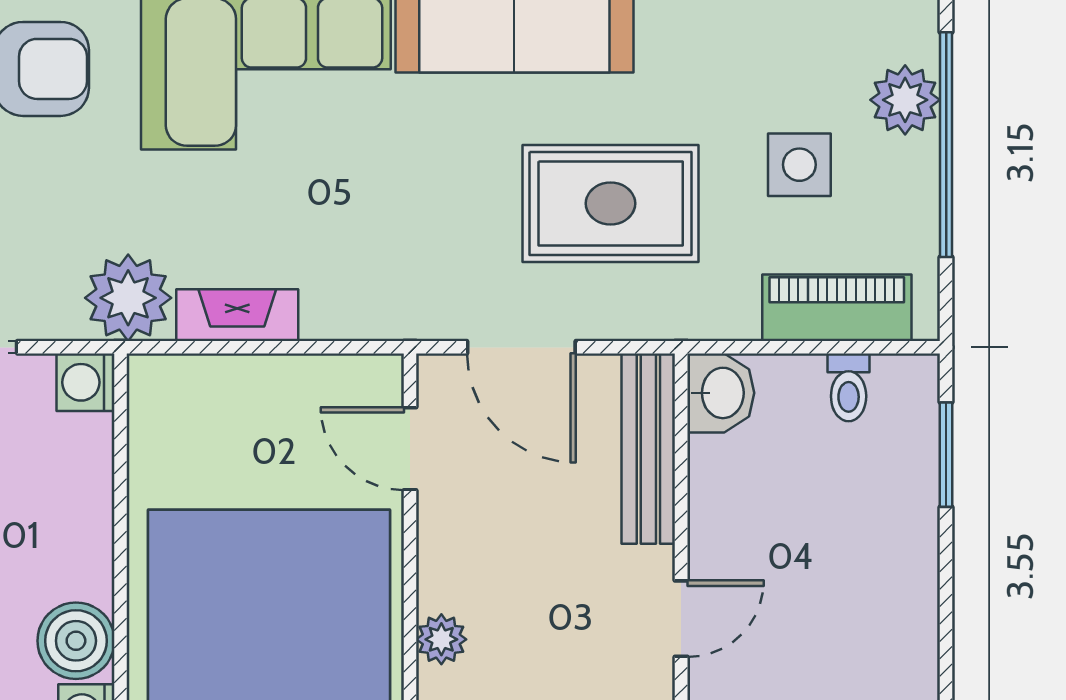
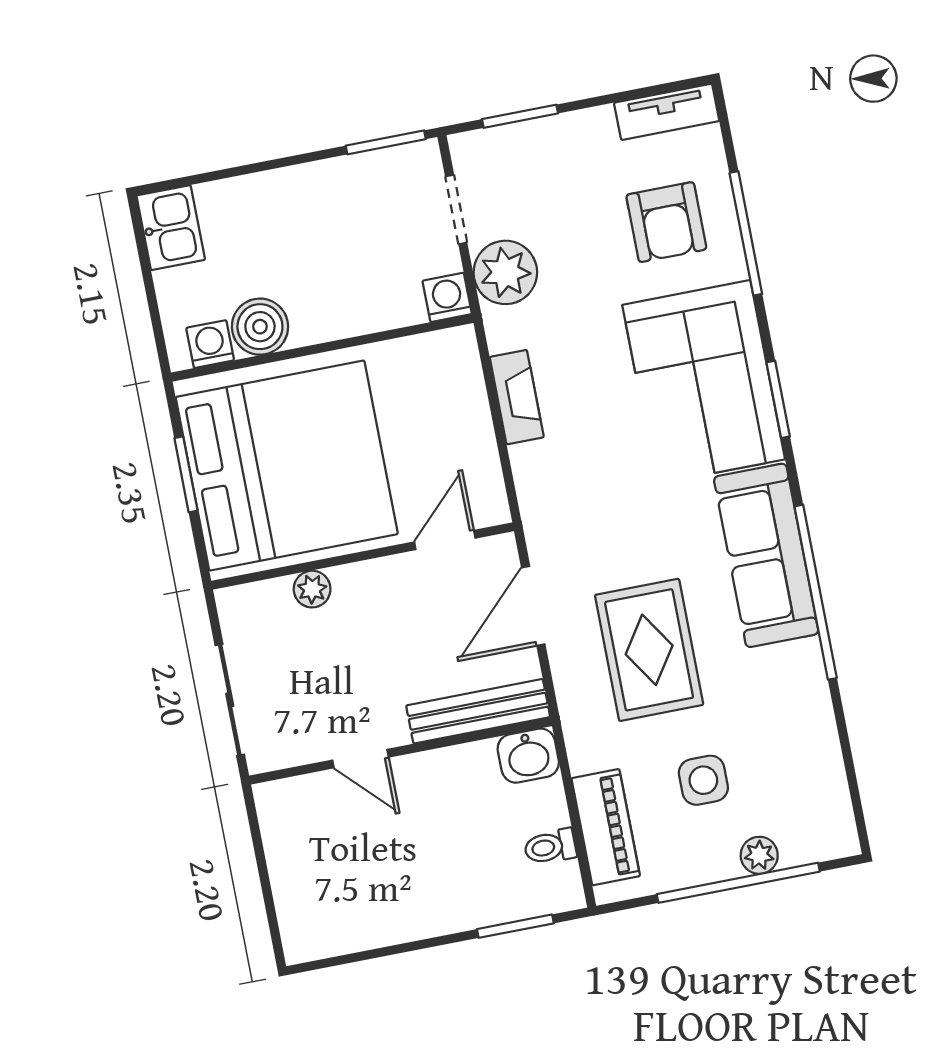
plant: (905, 100) -> (759, 855), width x0.73, depth x0.73
plant: (128, 298) -> (505, 272), moved

